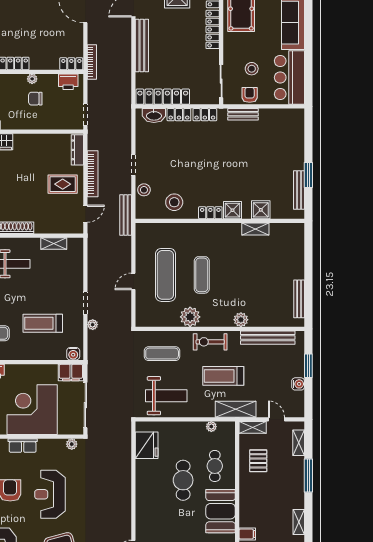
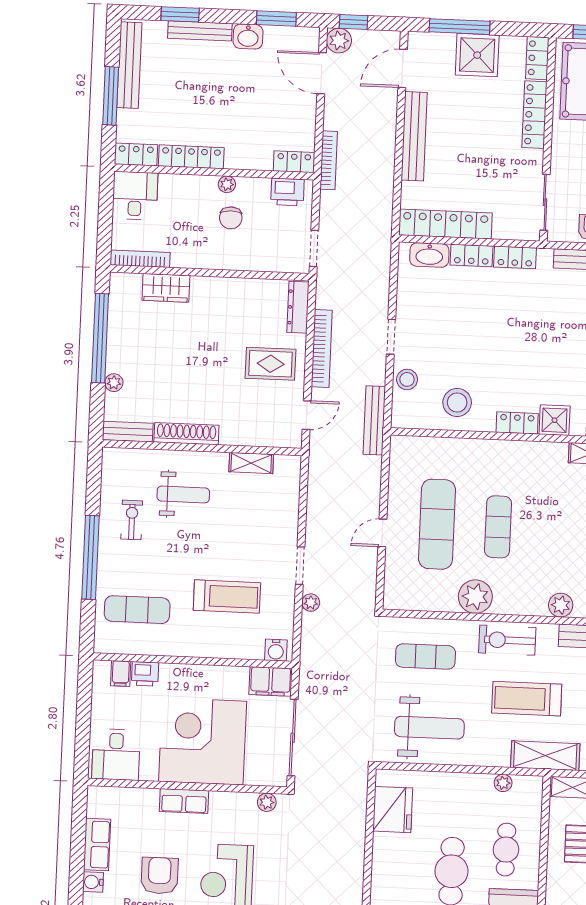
chair: (35, 99) -> (231, 218), turned -90
treadmill: (43, 323) -> (227, 597), turned 180

